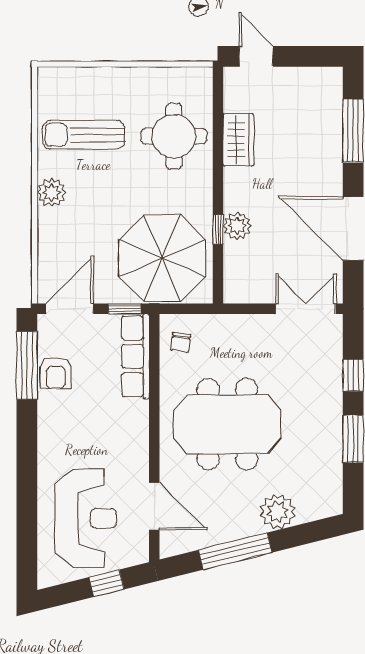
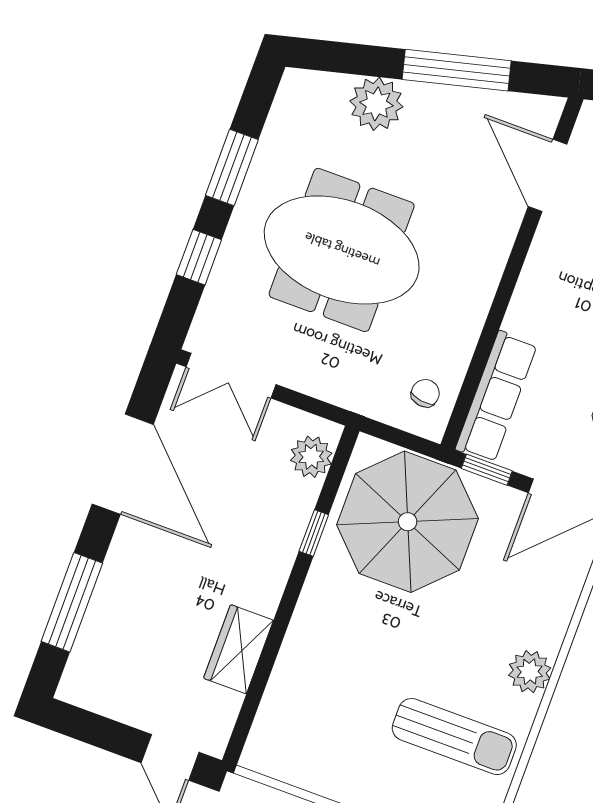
round table: (174, 136) -> (328, 688), removed
plant: (237, 226) -> (311, 457), moved
meeting table: (227, 424) -> (342, 250), moved

